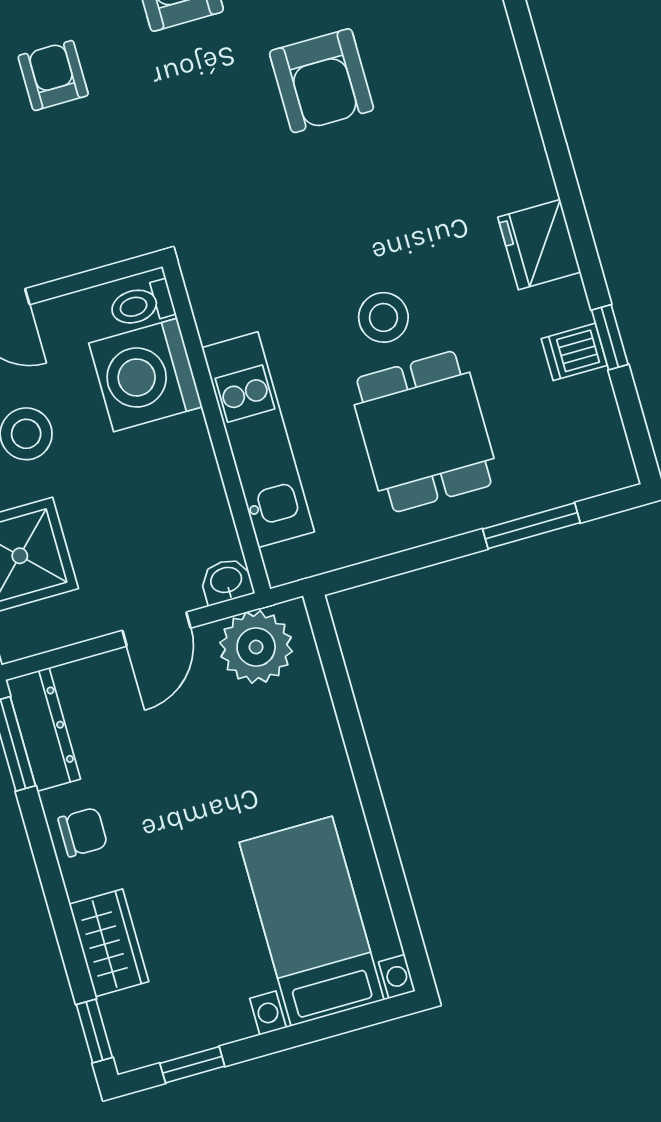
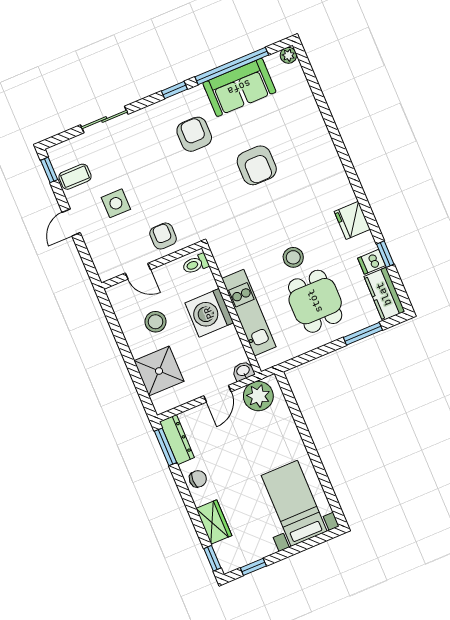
armchair: (53, 76) -> (163, 236), moved
washing machine: (145, 375) -> (209, 313), moved
kitchen counter: (596, 435) -> (384, 294), added

